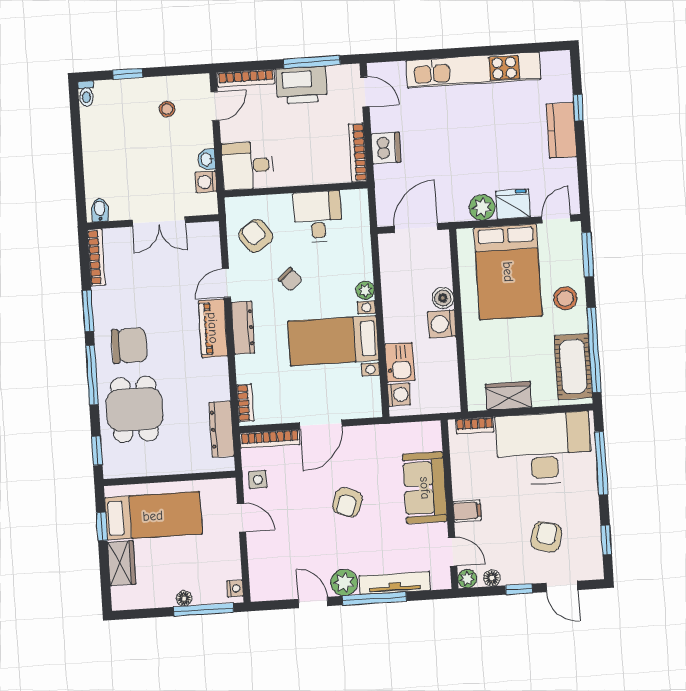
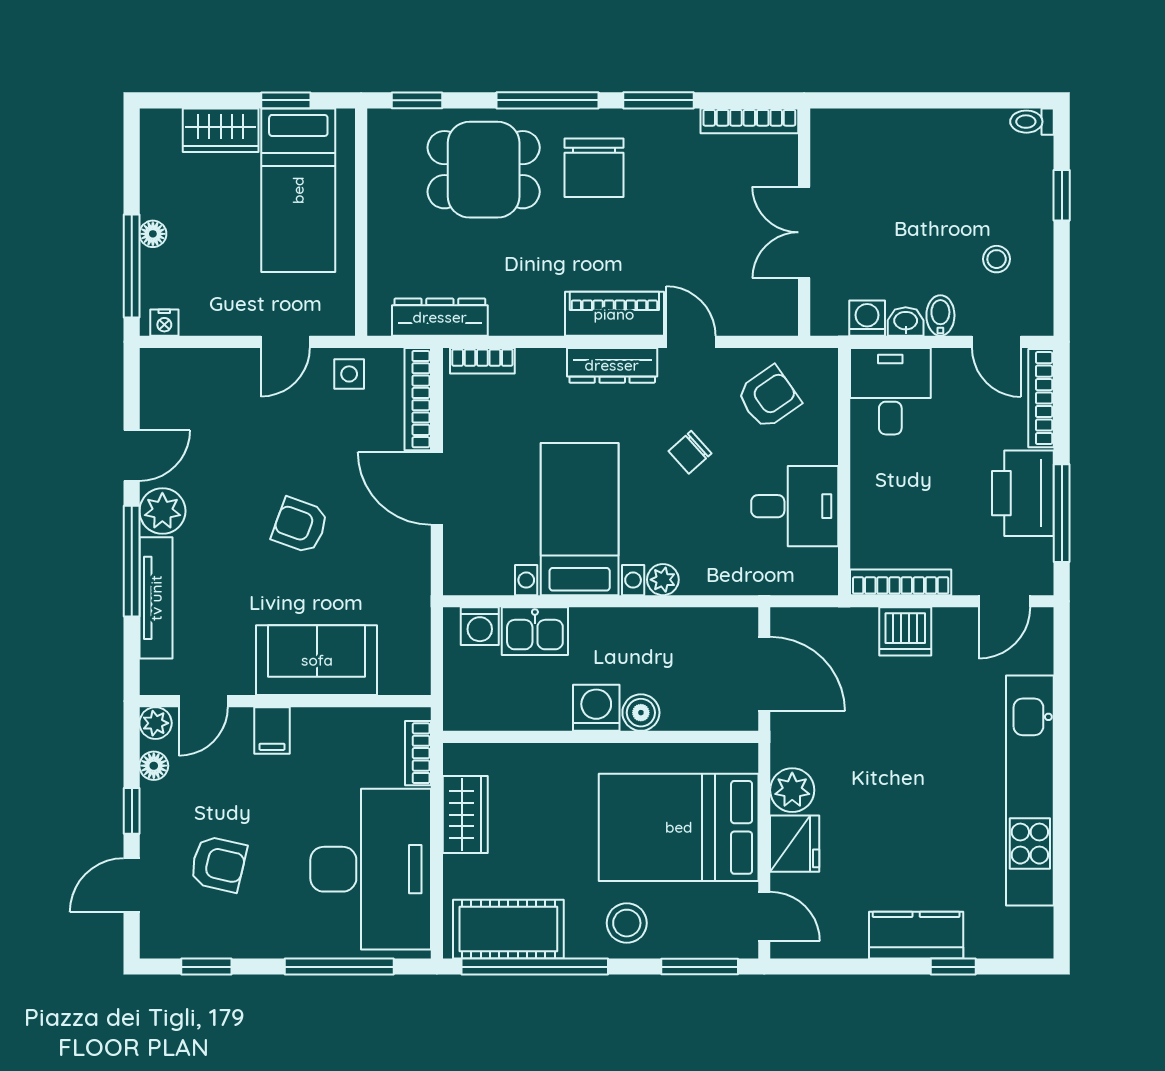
bidet: (100, 210) -> (940, 315), moved, turned -90

